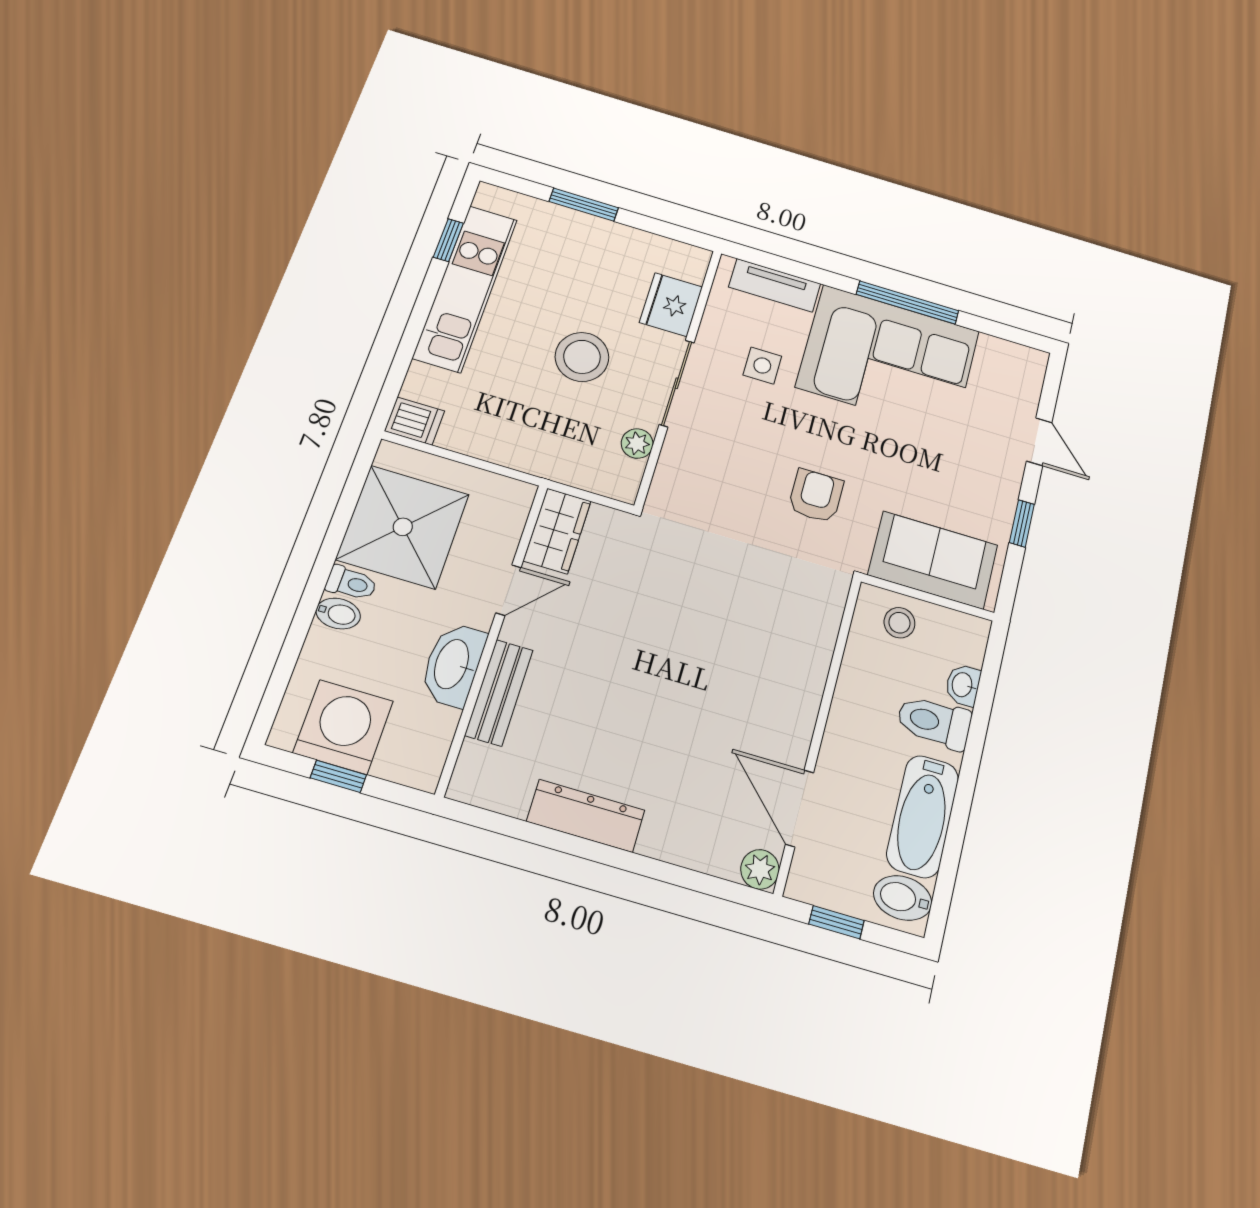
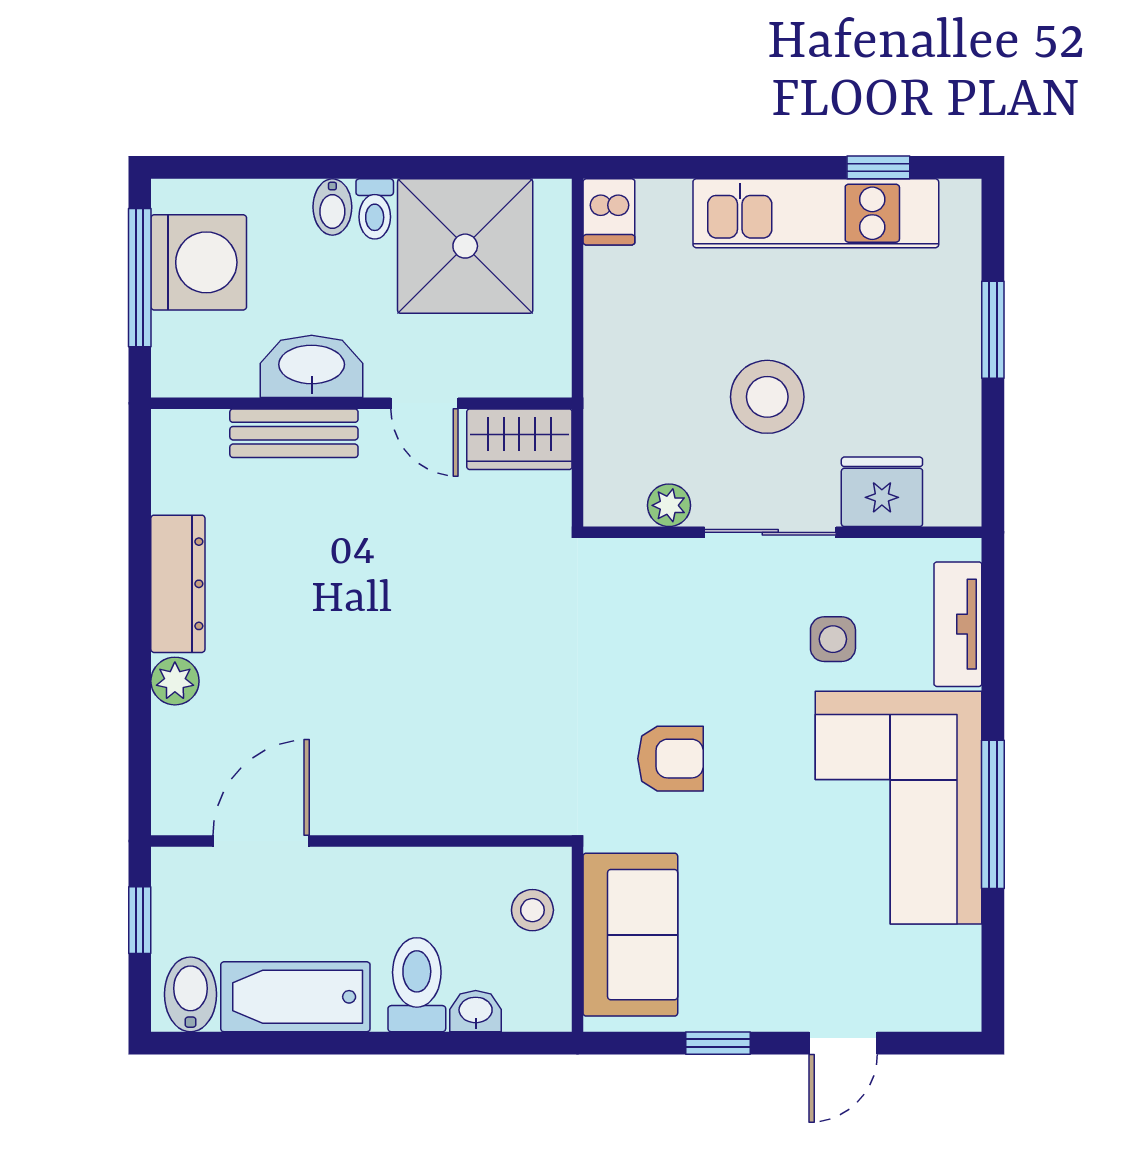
window: (338, 776) -> (140, 278), width x2.17
plant: (760, 869) -> (175, 681), moved

